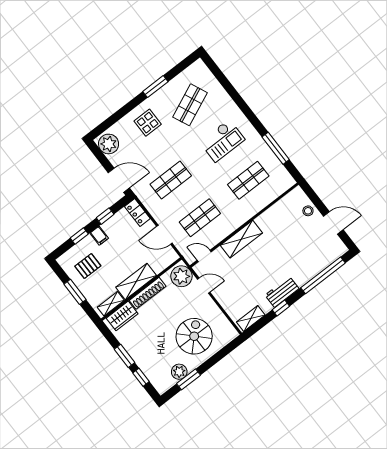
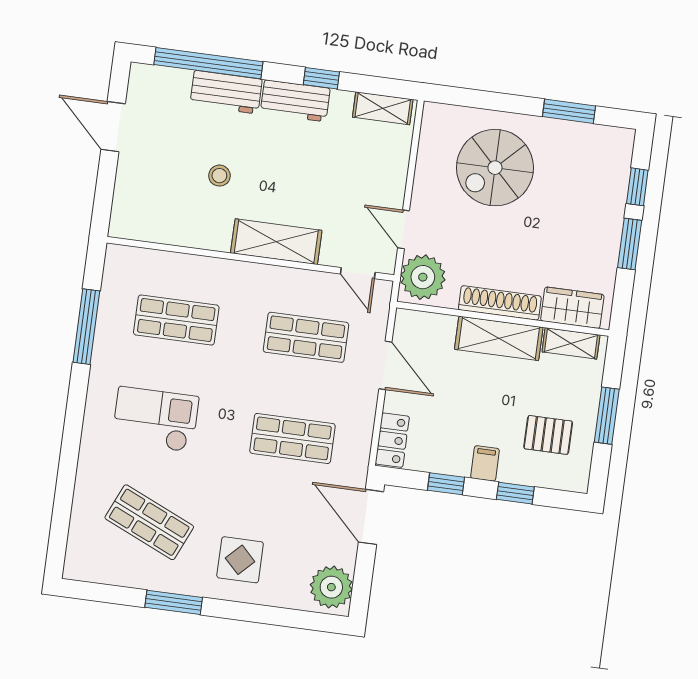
shop shelf: (190, 105) -> (149, 522), turned 48
stool: (308, 211) -> (219, 176), moved
workbench: (308, 272) -> (226, 92), added
plant: (179, 372) -> (571, 137), removed

